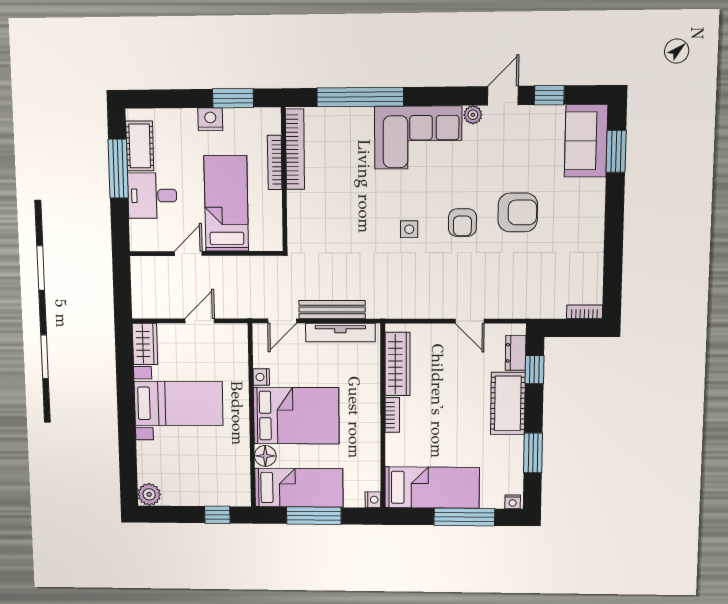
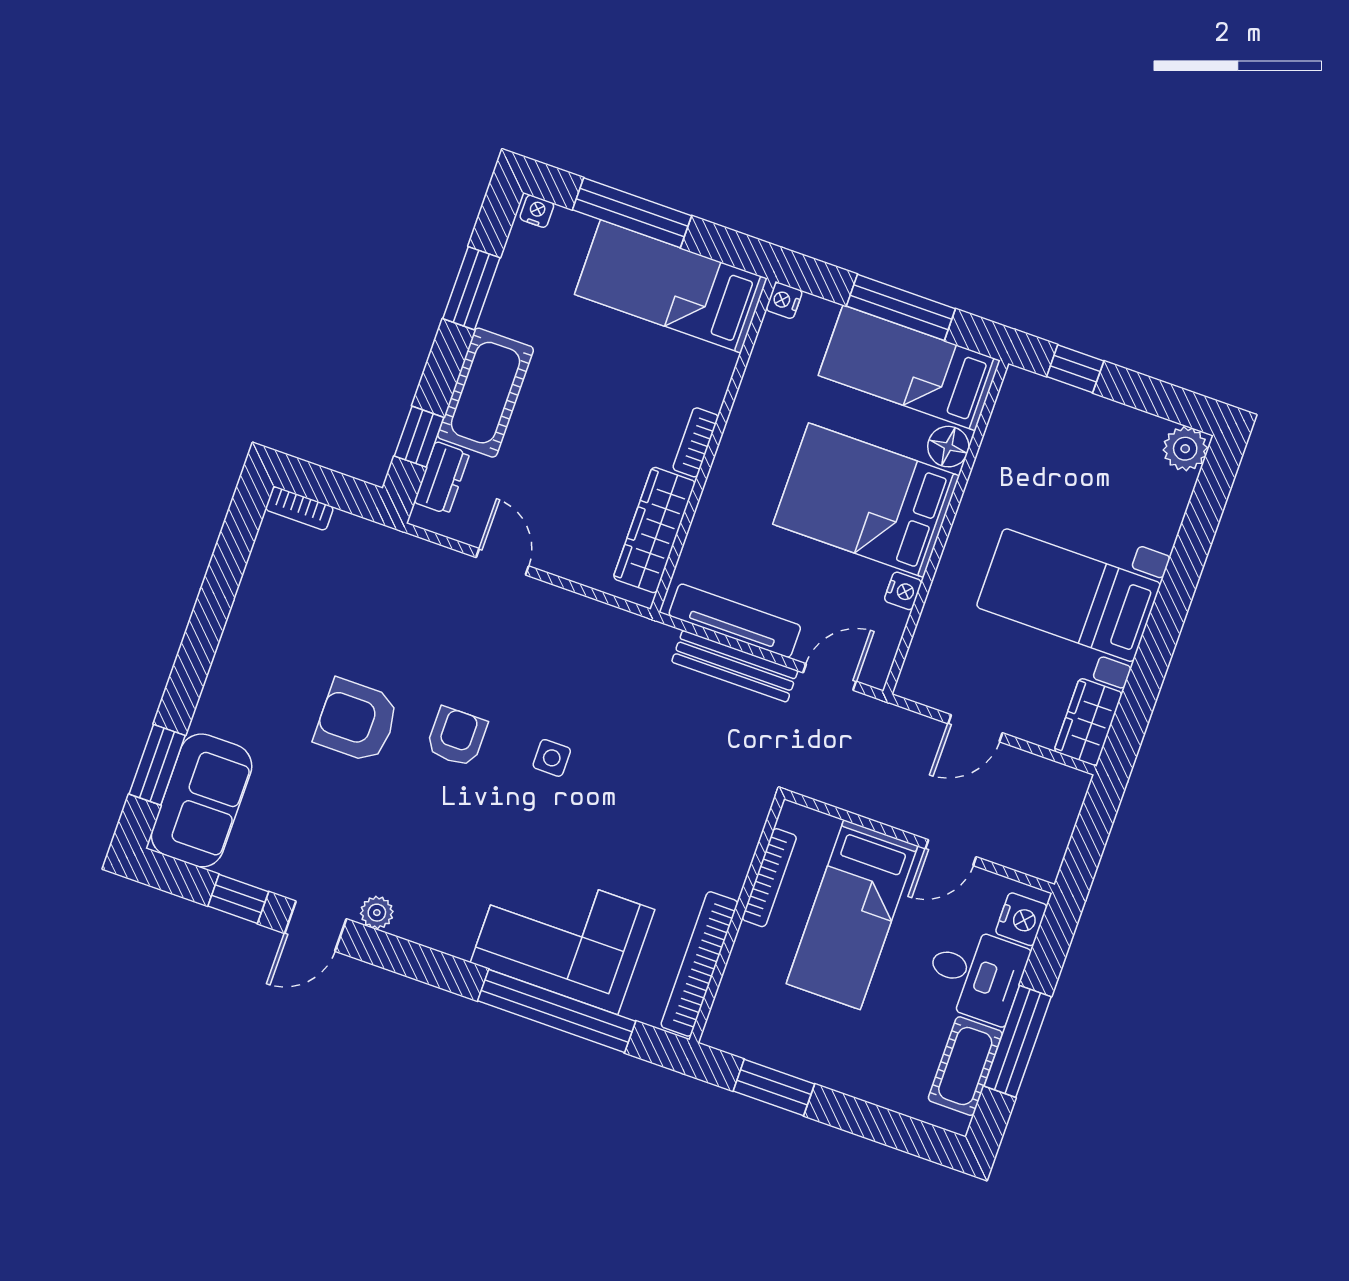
nightstand: (210, 119) -> (1021, 919), moved, turned -90
corner sofa: (418, 138) -> (562, 936), moved
bookcase: (275, 162) -> (769, 878), moved

